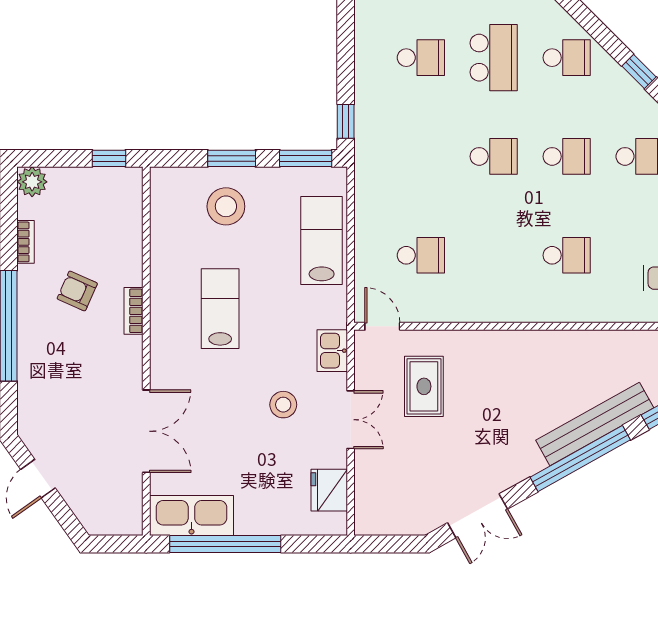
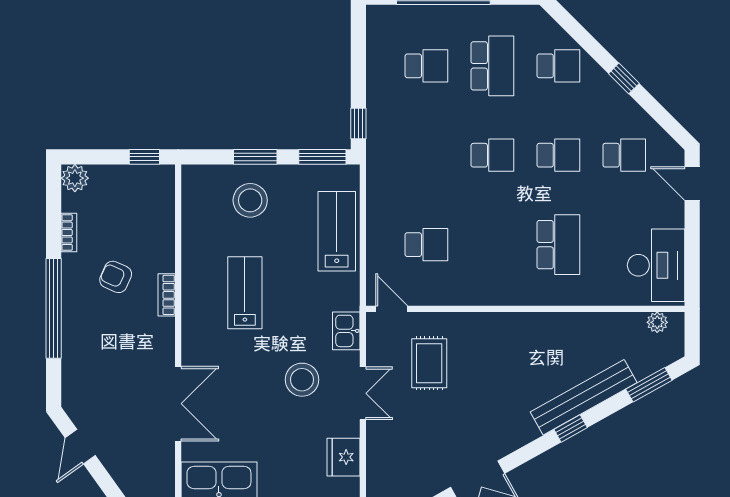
school desk: (567, 255) -> (558, 245), width x1.85
stool: (283, 405) -> (302, 380), width x1.38, depth x1.38
window: (580, 458) -> (571, 428), width x0.32

